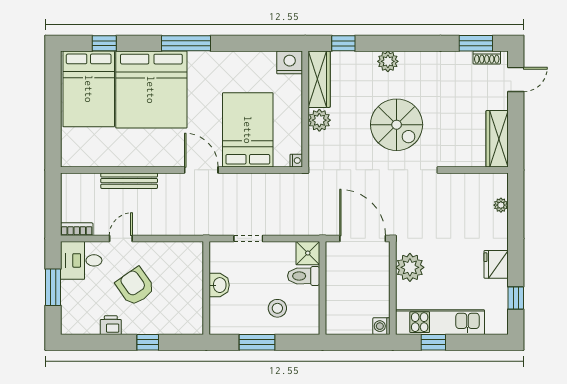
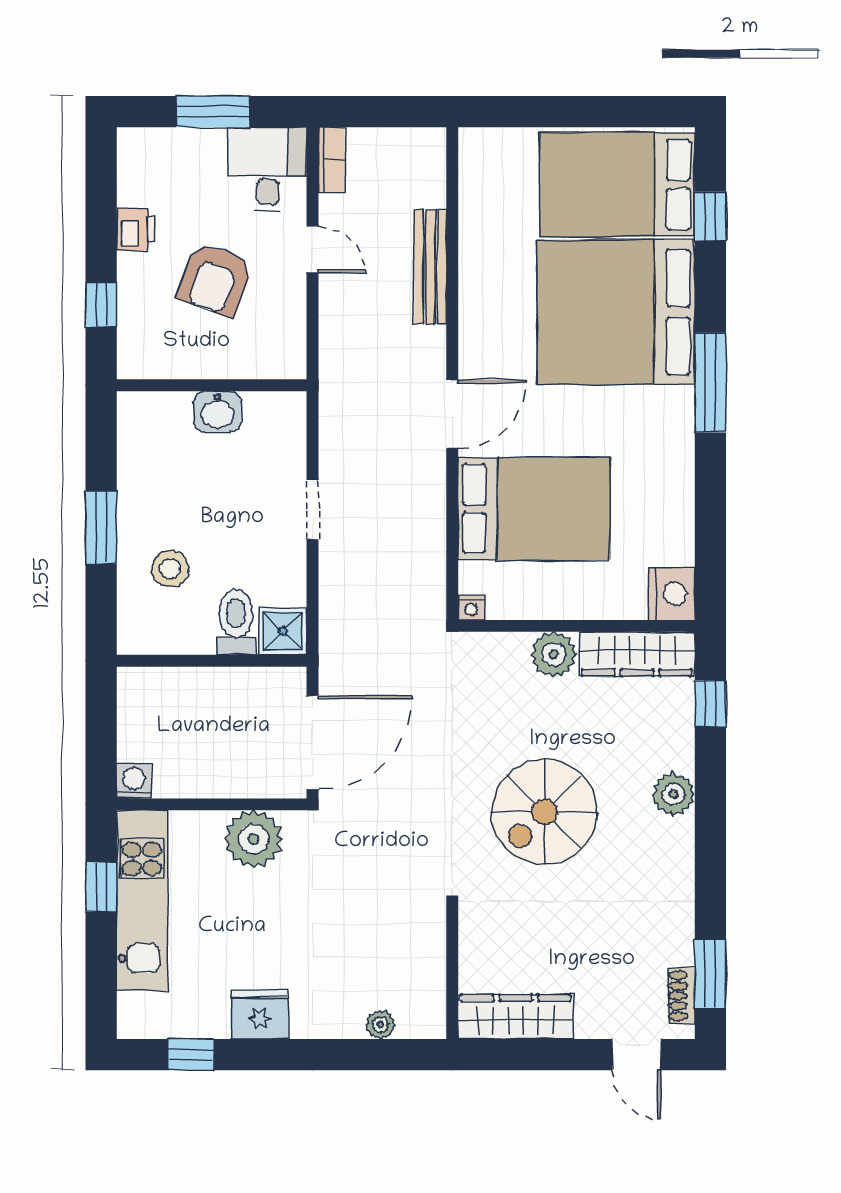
washbasin: (219, 285) -> (218, 411), moved
armchair: (135, 286) -> (215, 279), turned 145
wall: (206, 288) -> (212, 385), moved

